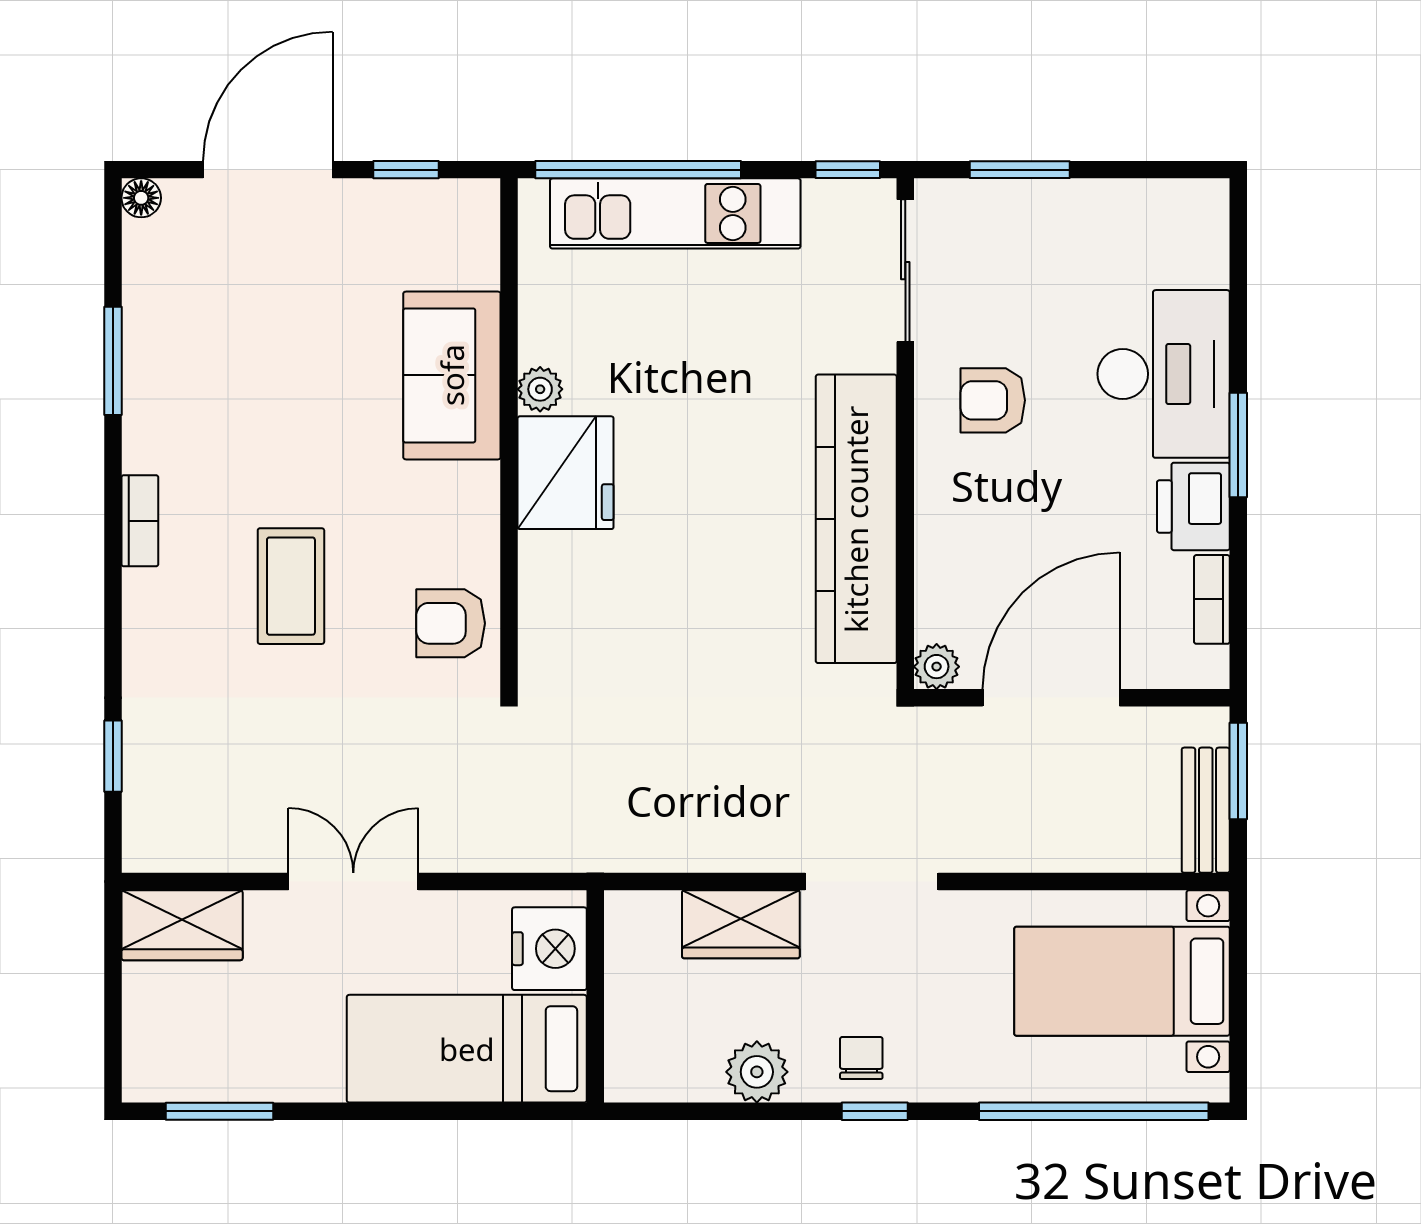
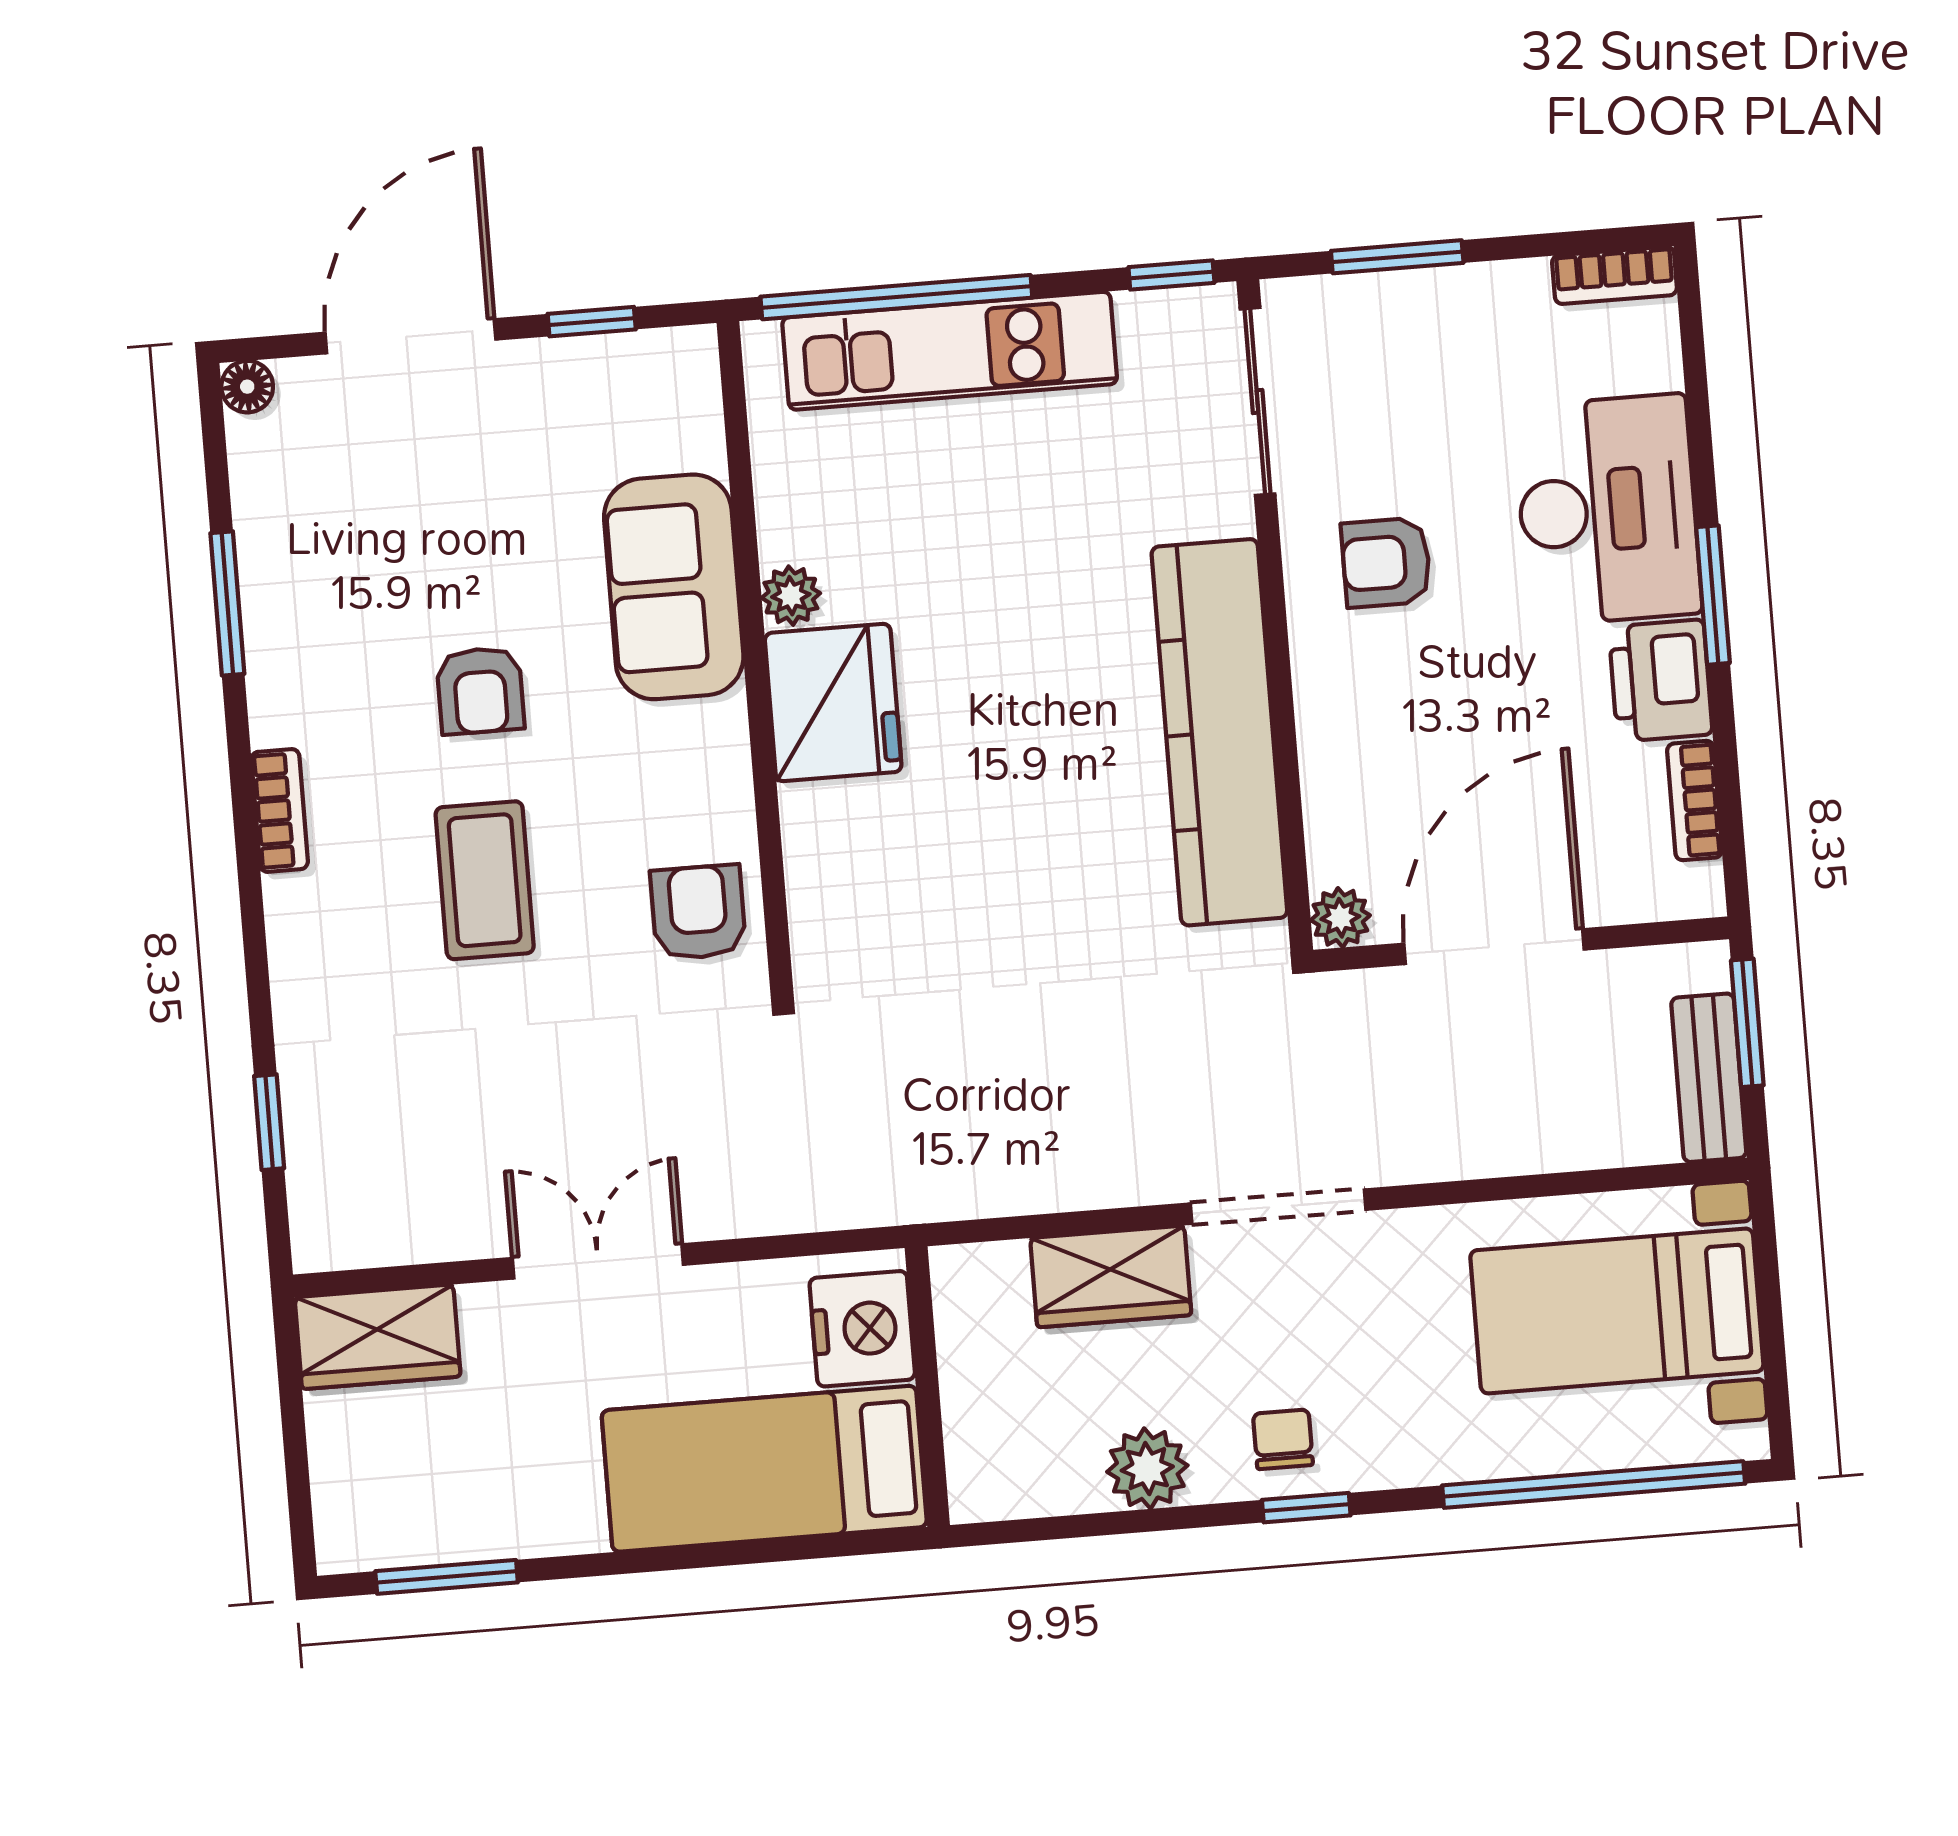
bookcase: (1183, 197) -> (1614, 275), added
armchair: (299, 442) -> (480, 691), added
armchair: (451, 623) -> (698, 912), turned 90

